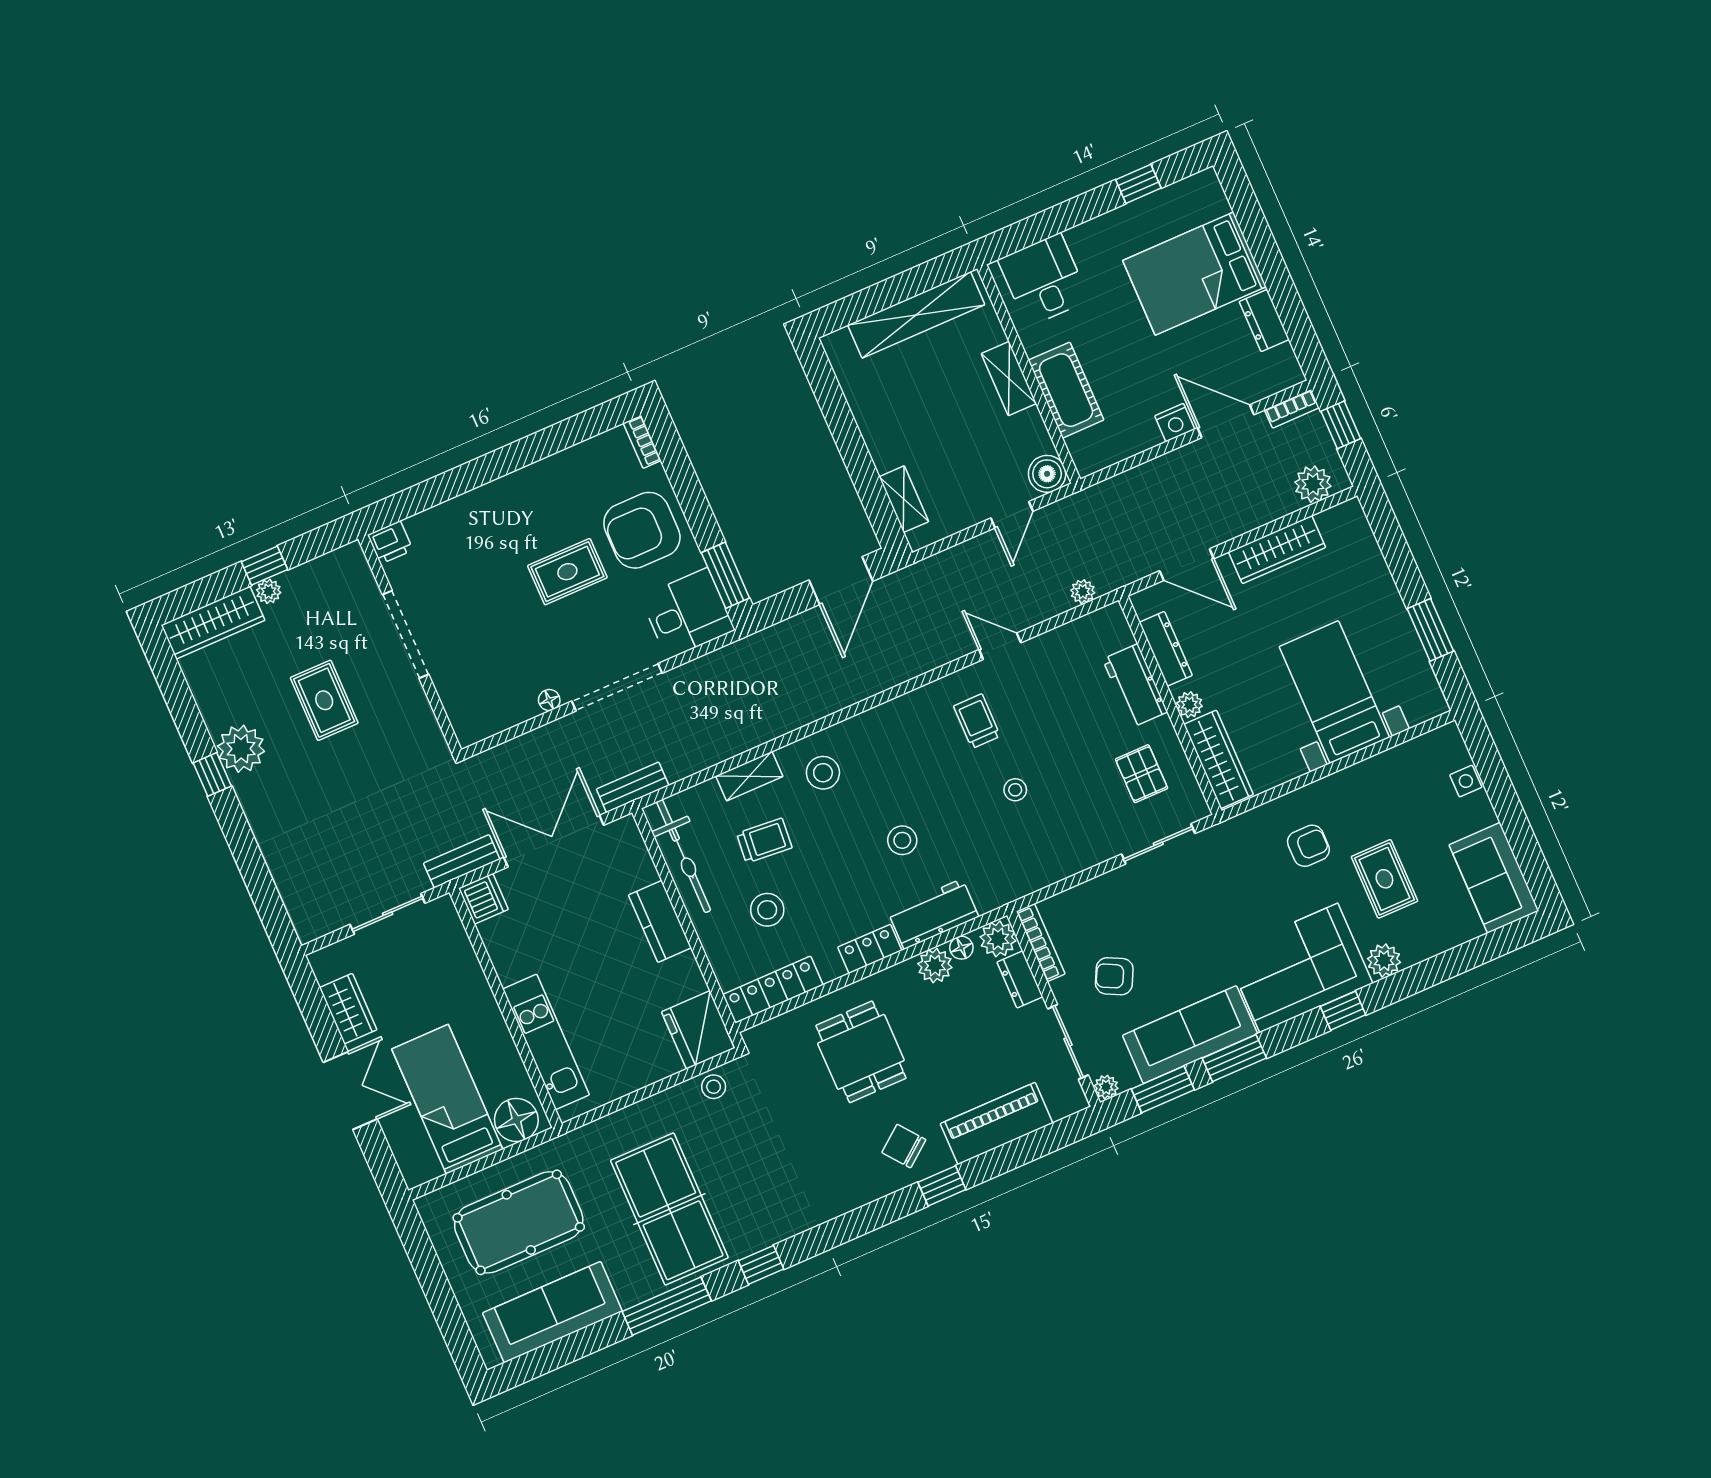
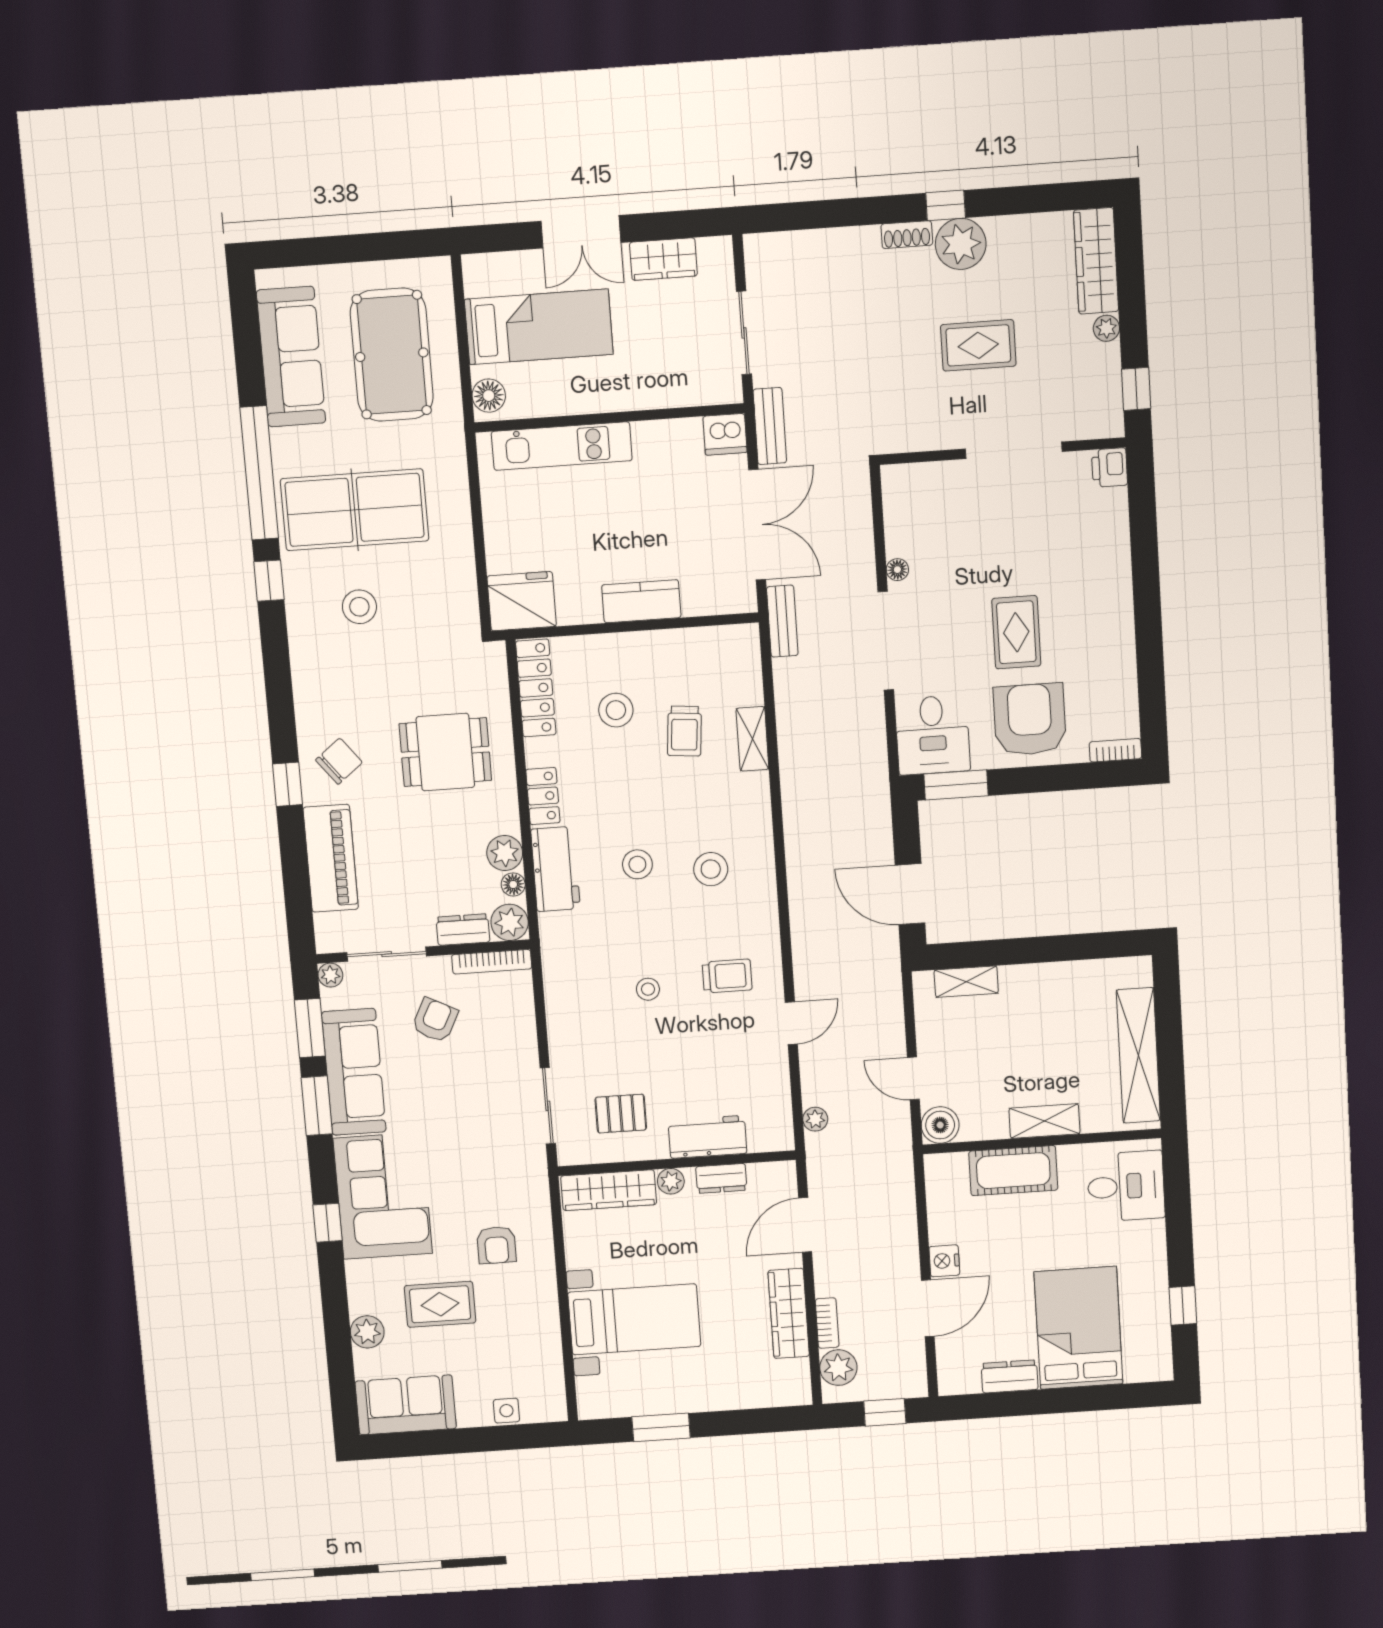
bookcase: (1292, 409) -> (827, 1323), moved, turned 180
window: (264, 566) -> (1136, 389), moved
dresser: (1166, 649) -> (721, 1178), width x0.70
stool: (823, 773) -> (711, 869), moved
shoe rack: (250, 800) -> (907, 235), added
bicycle: (684, 856) -> (697, 647), removed
plant: (1384, 960) -> (367, 1332), moved
stool: (714, 1087) -> (359, 607), moved, width x1.37, depth x1.37
floor lamp: (516, 1120) -> (489, 396), width x0.73, depth x0.73
window: (667, 1306) -> (259, 473), width x1.46

